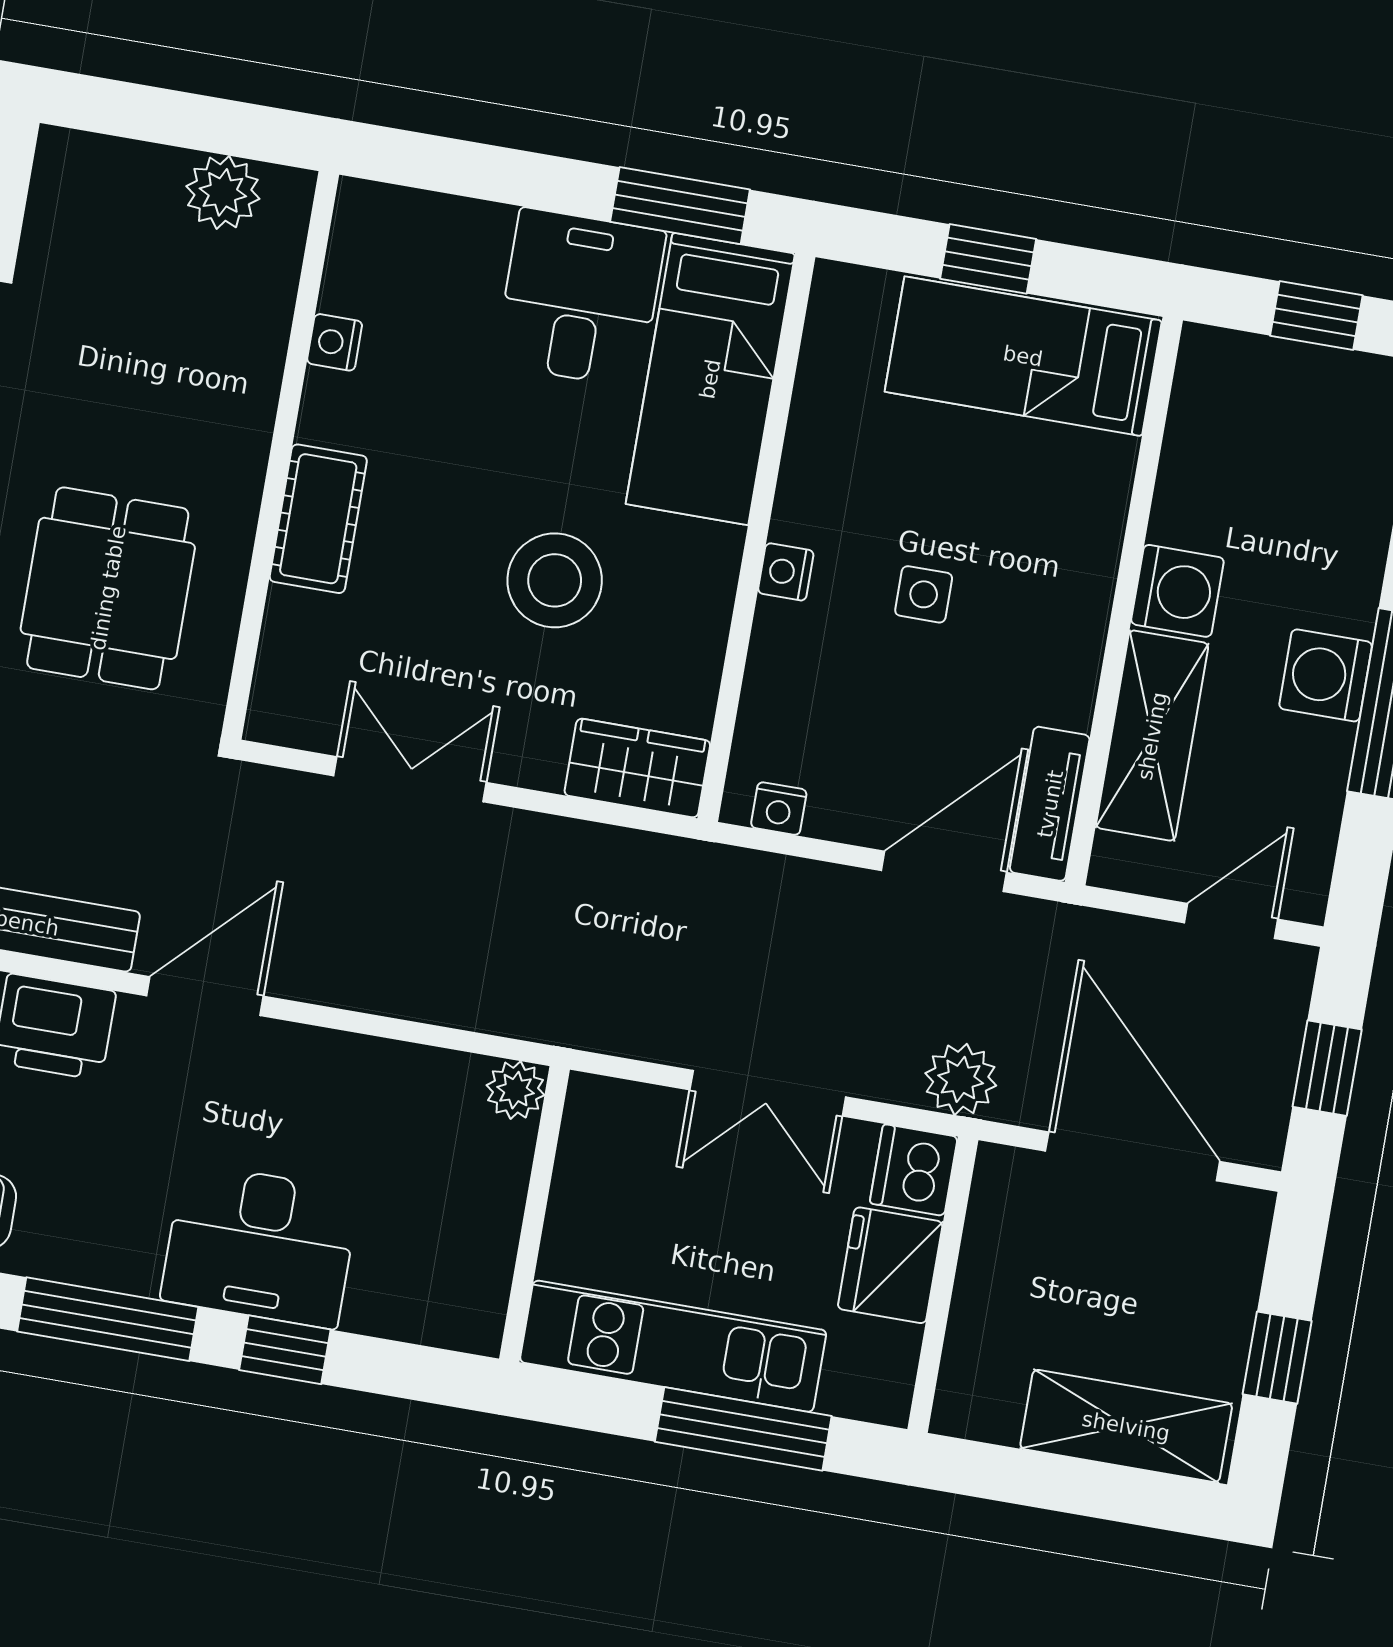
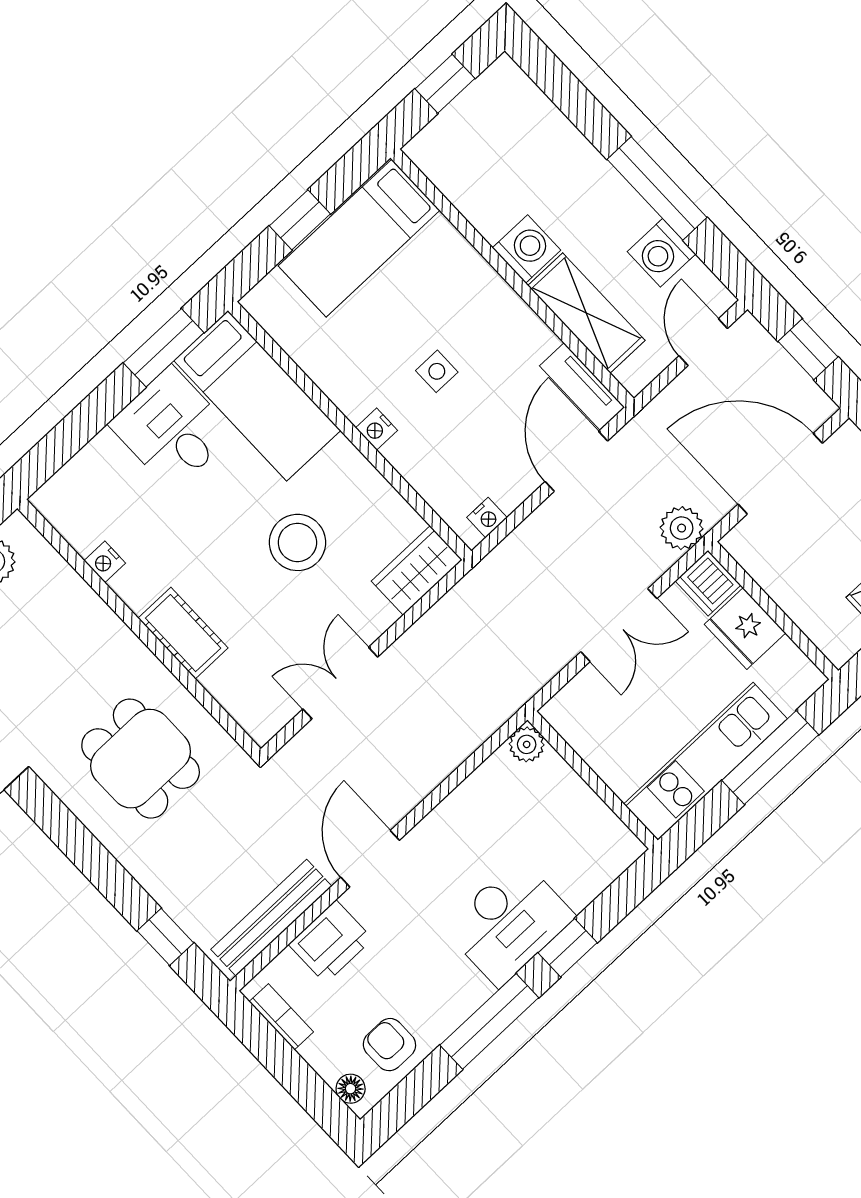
washing machine: (1326, 675) -> (662, 253), moved

